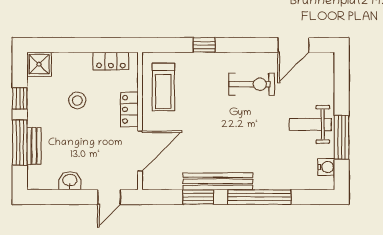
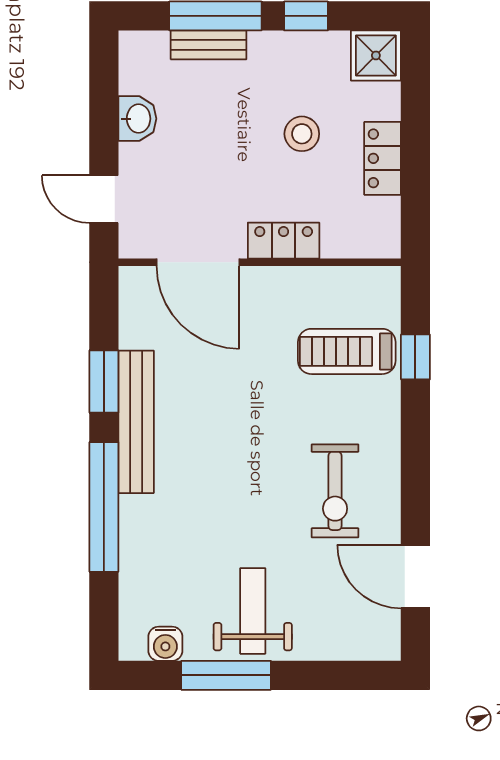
window: (204, 45) -> (415, 357), moved
locker: (111, 61) -> (383, 158), moved
treadmill: (163, 87) -> (347, 351), moved

